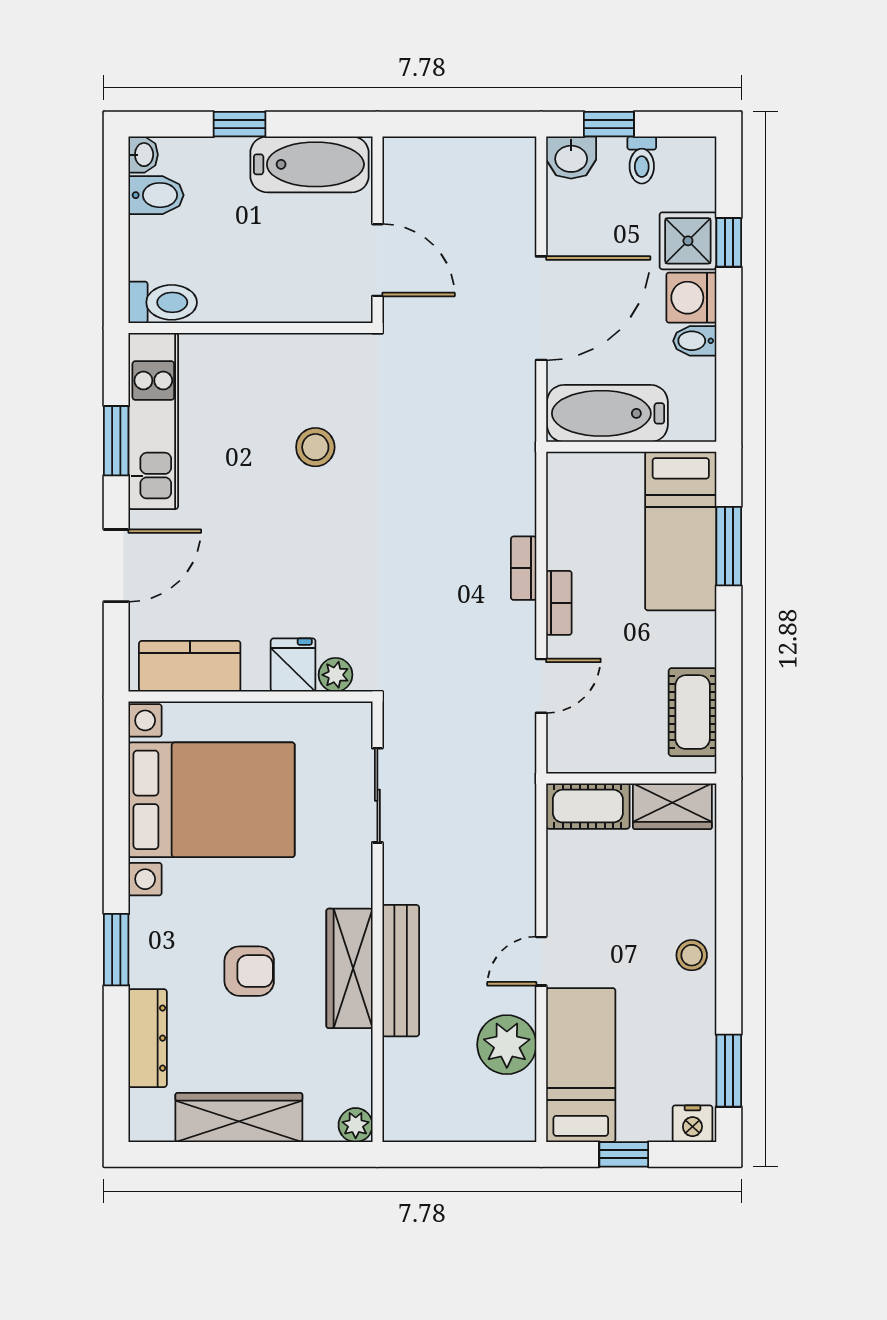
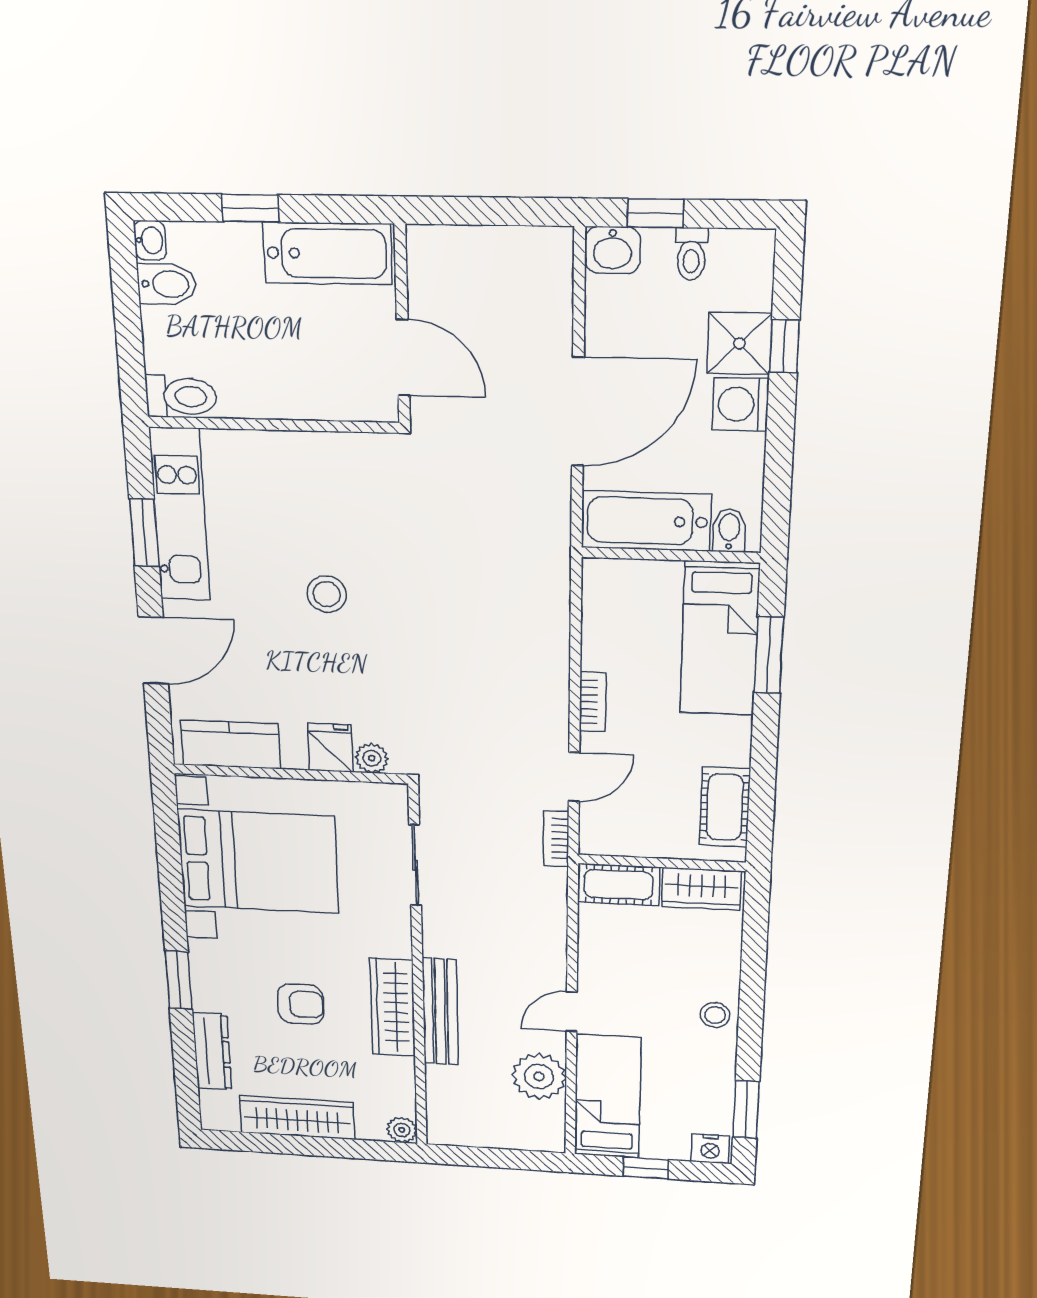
bidet: (695, 341) -> (729, 530), moved, turned 90
stool: (315, 447) -> (327, 594), moved
bookcase: (524, 568) -> (556, 839), moved

